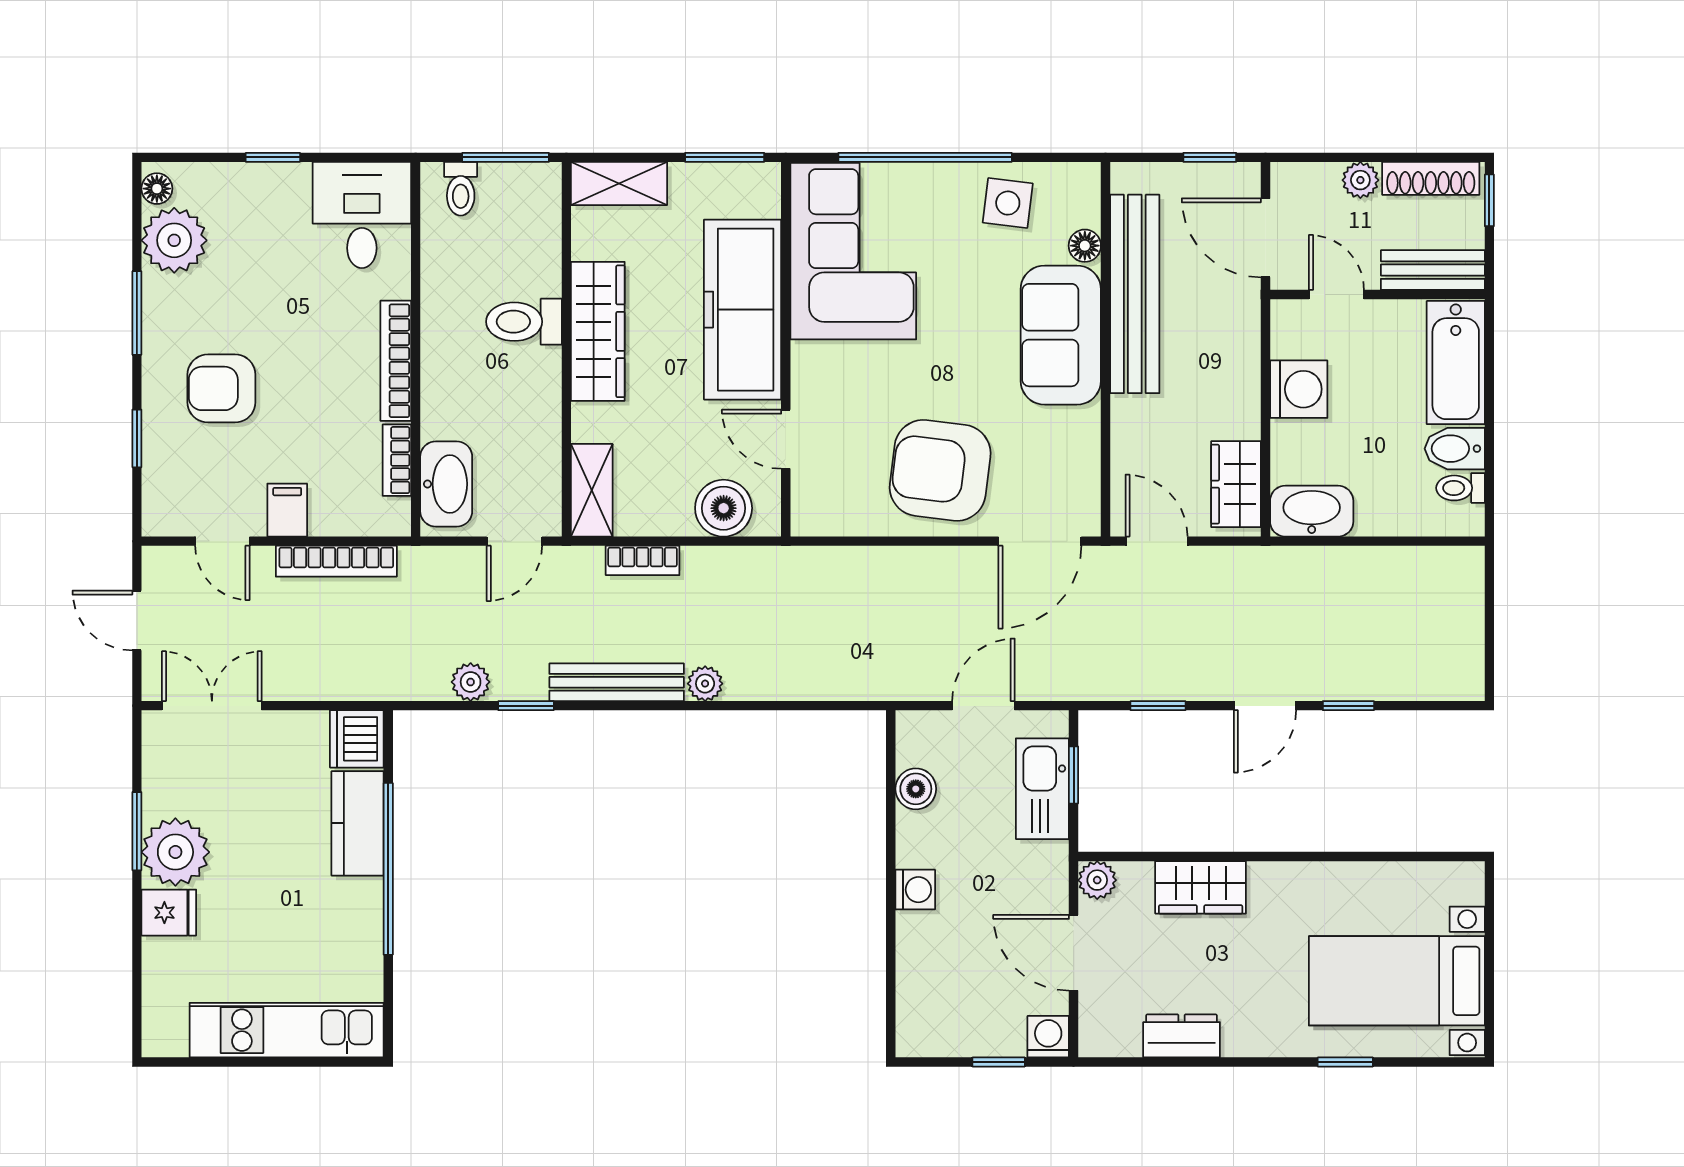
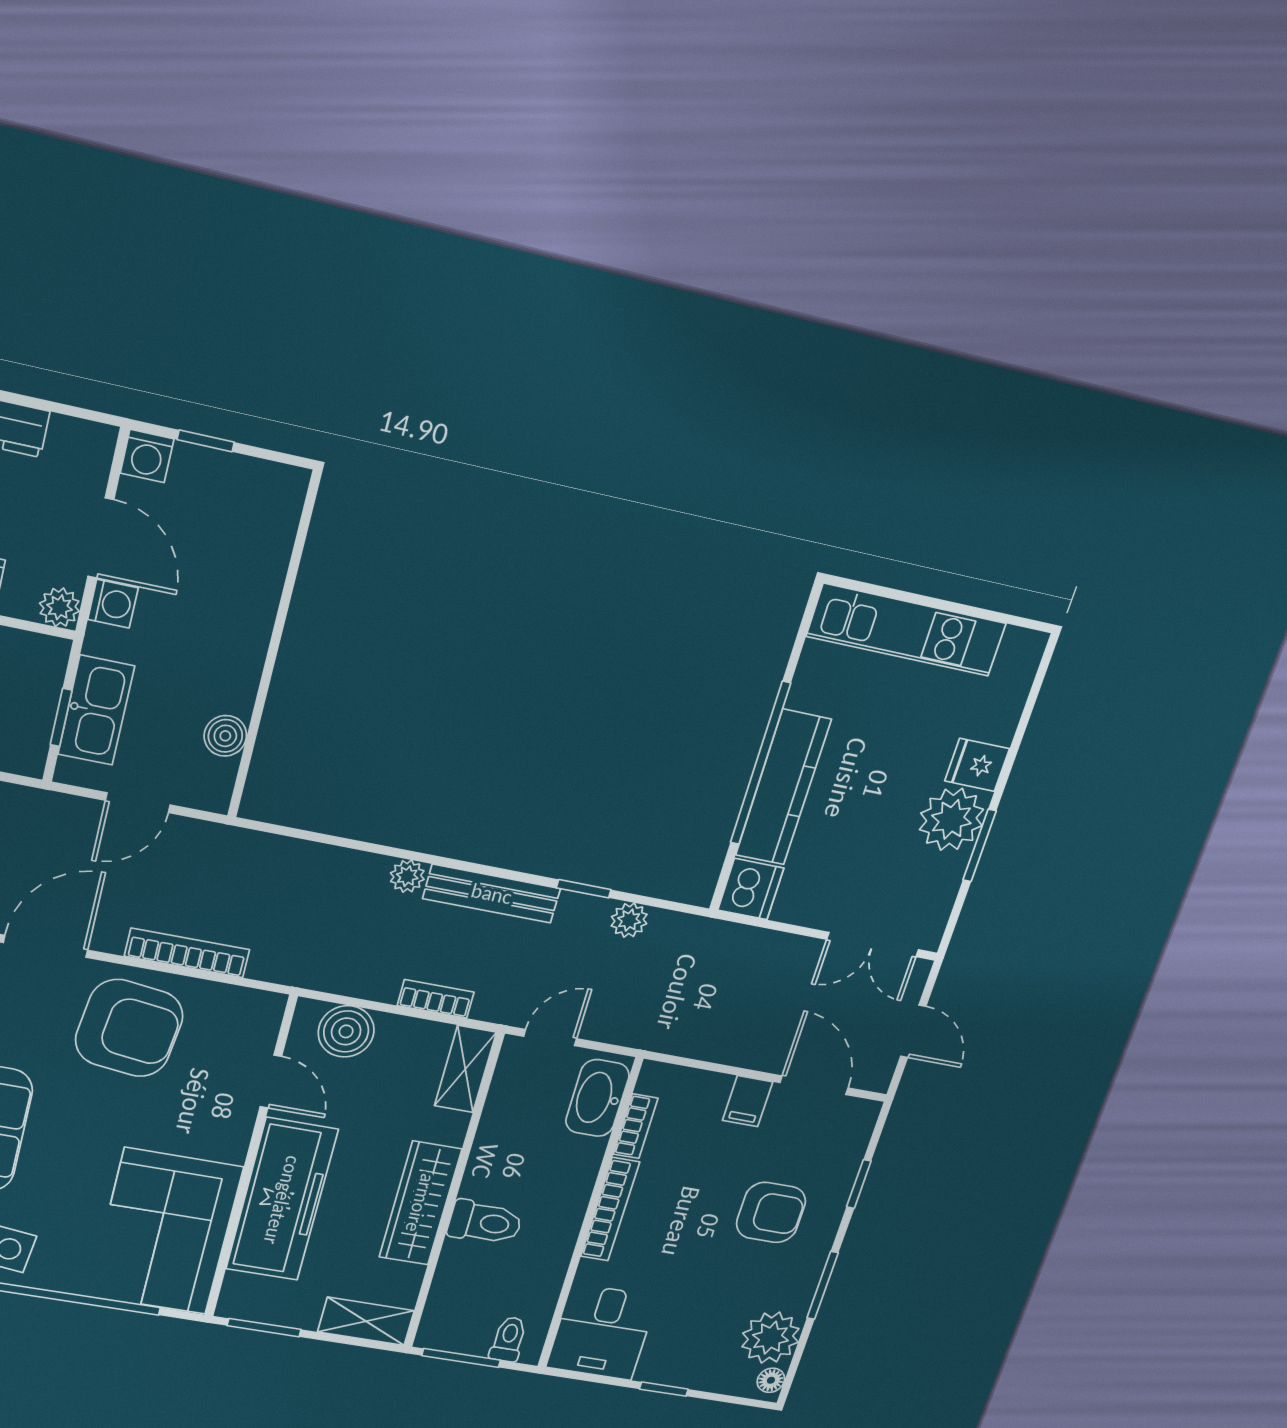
door: (222, 541) -> (814, 1085), width x1.38
bookcase: (336, 561) -> (187, 953), moved
kitchen counter: (358, 823) -> (783, 788), width x1.50
washing machine: (915, 890) -> (113, 604), moved, turned 180

